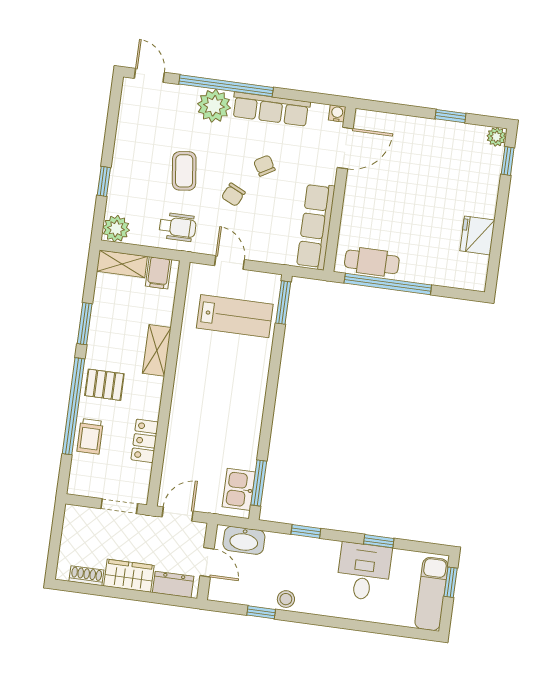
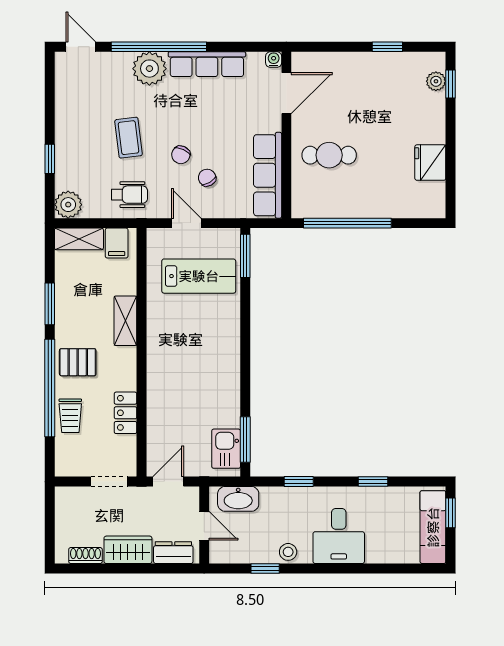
plant: (496, 137) -> (436, 81), moved
chair: (264, 166) -> (207, 178), moved
cafe table: (372, 262) -> (329, 155), moved
desk: (364, 572) -> (339, 536), moved, turned 180

